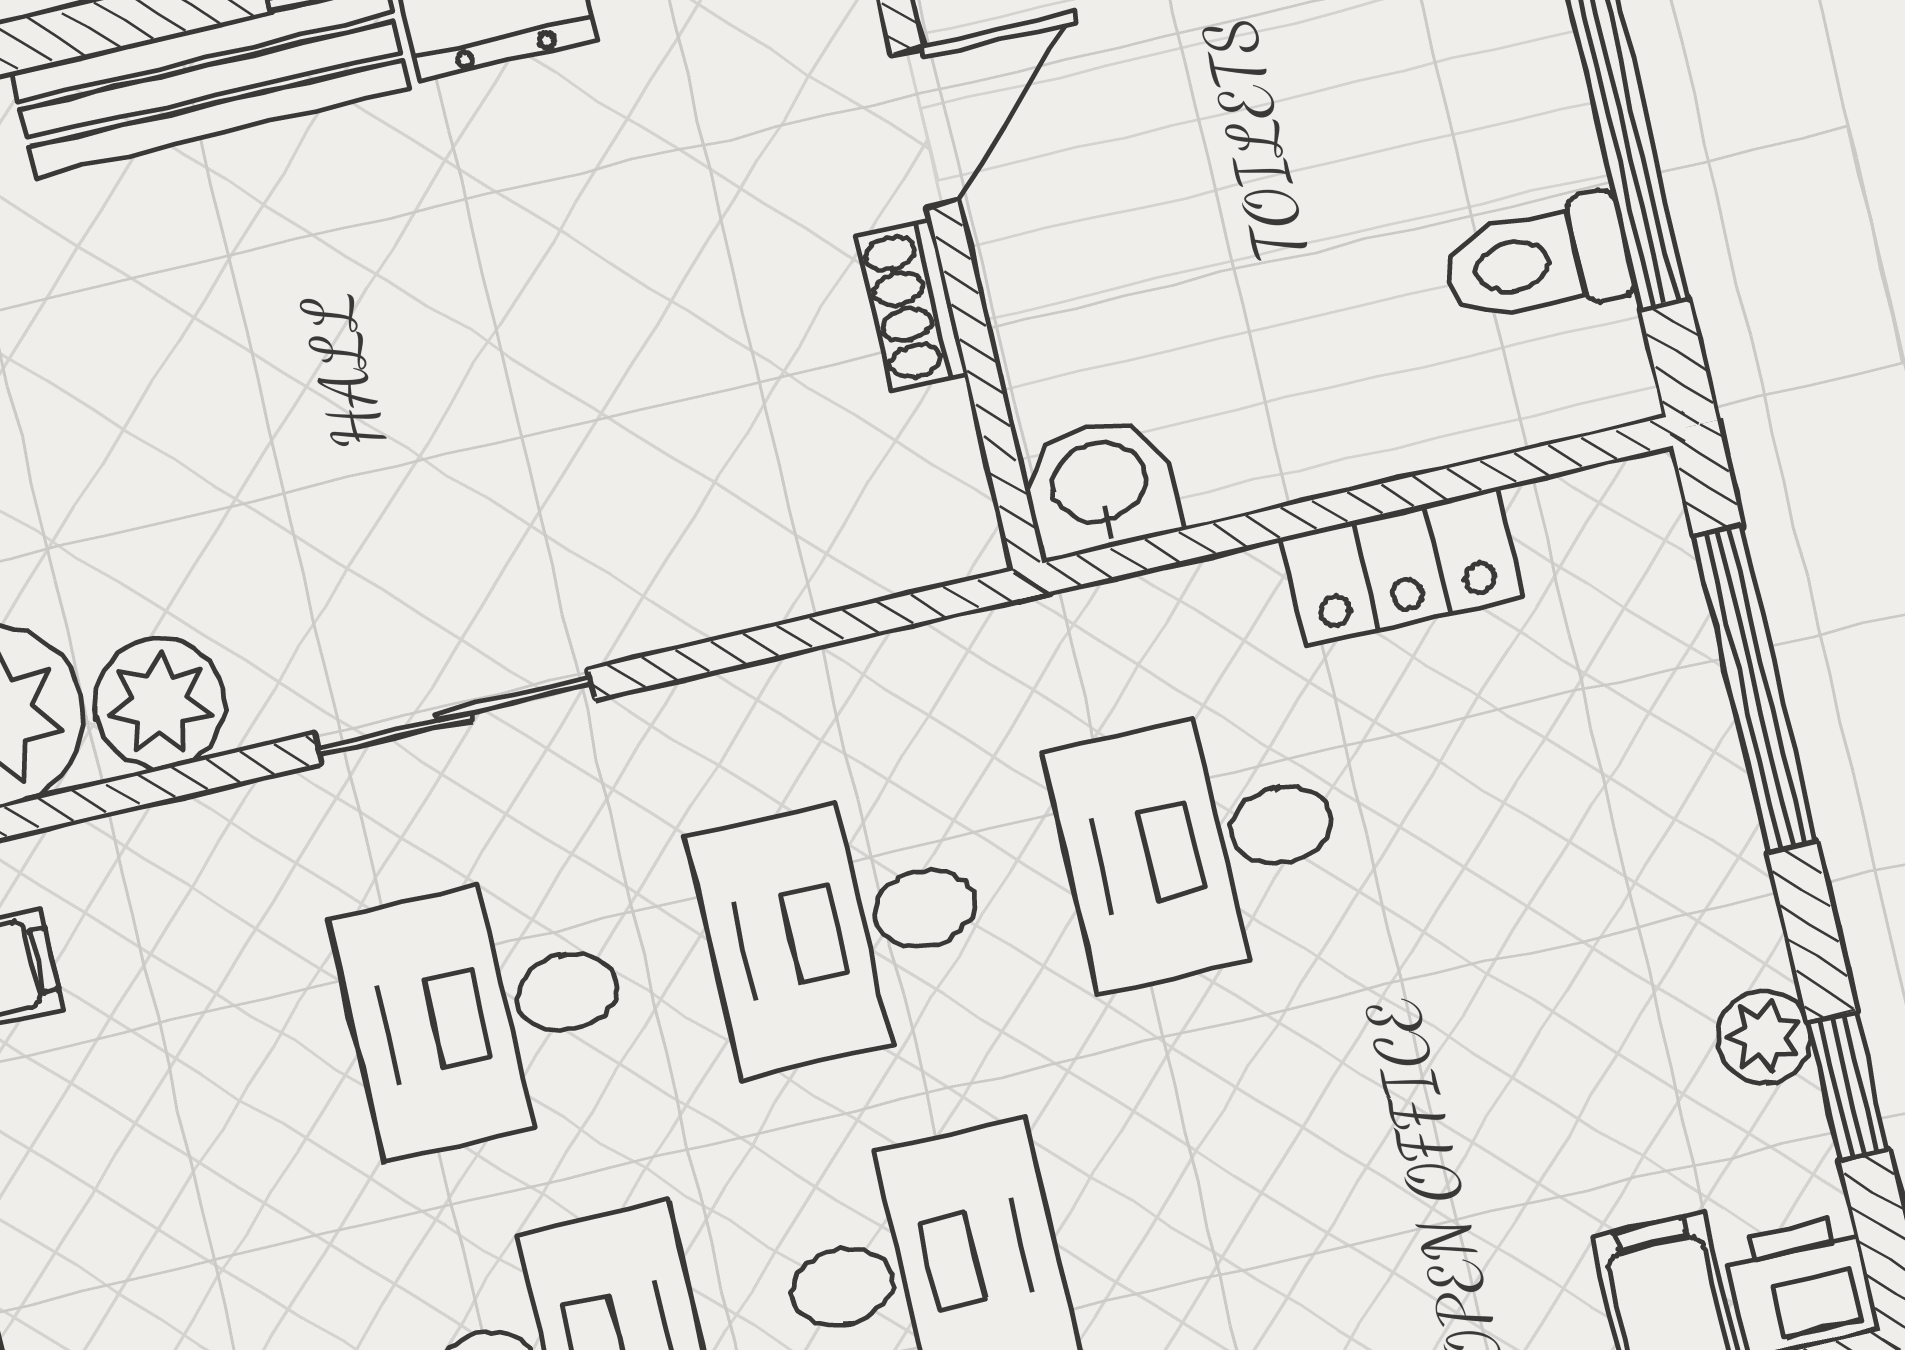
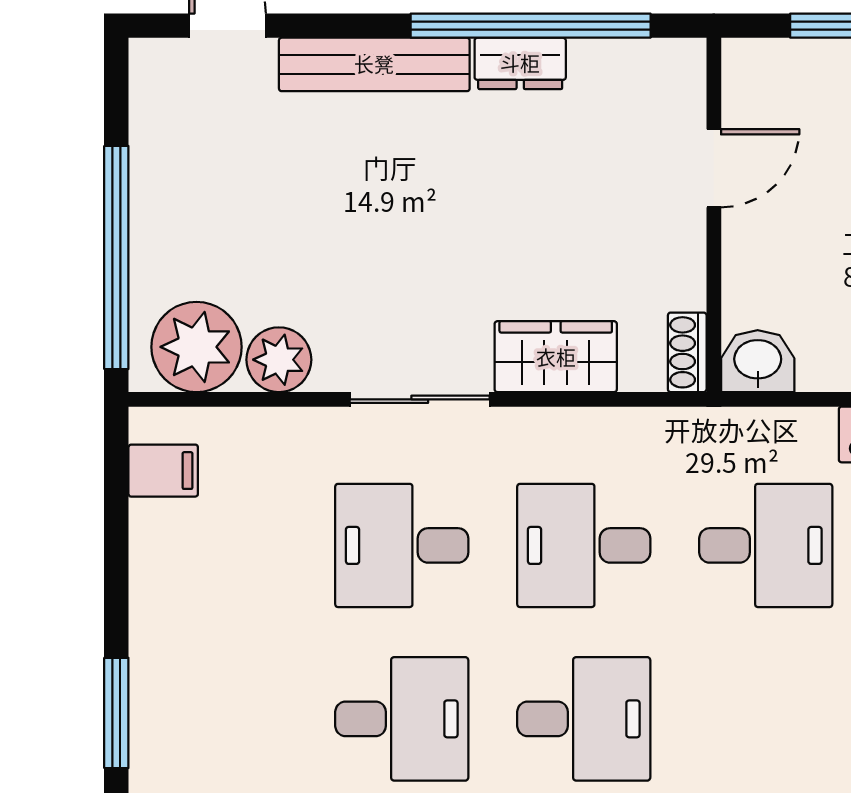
shoe rack: (911, 305) -> (687, 352), moved
wardrobe: (702, 570) -> (556, 357), added
desk: (1201, 844) -> (766, 545), turned 180

